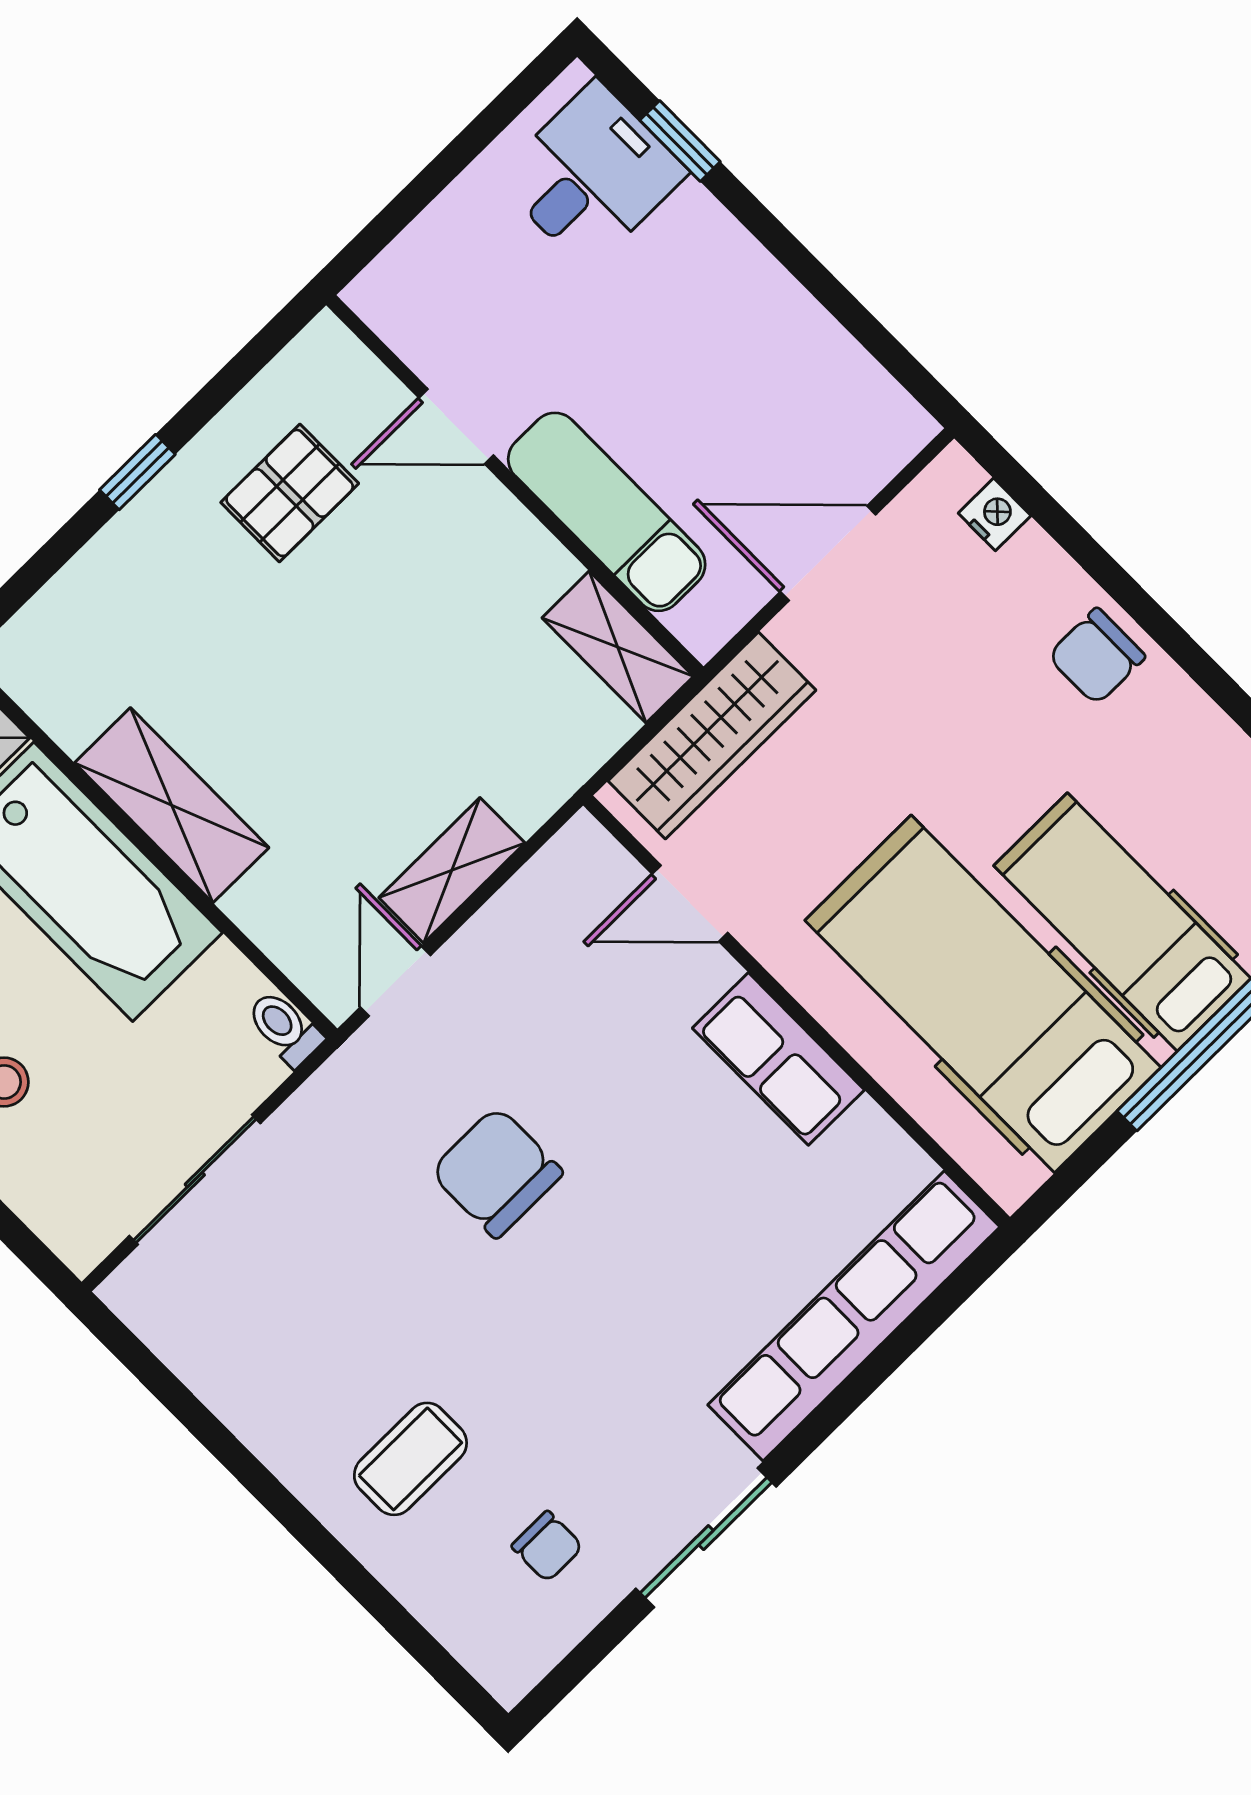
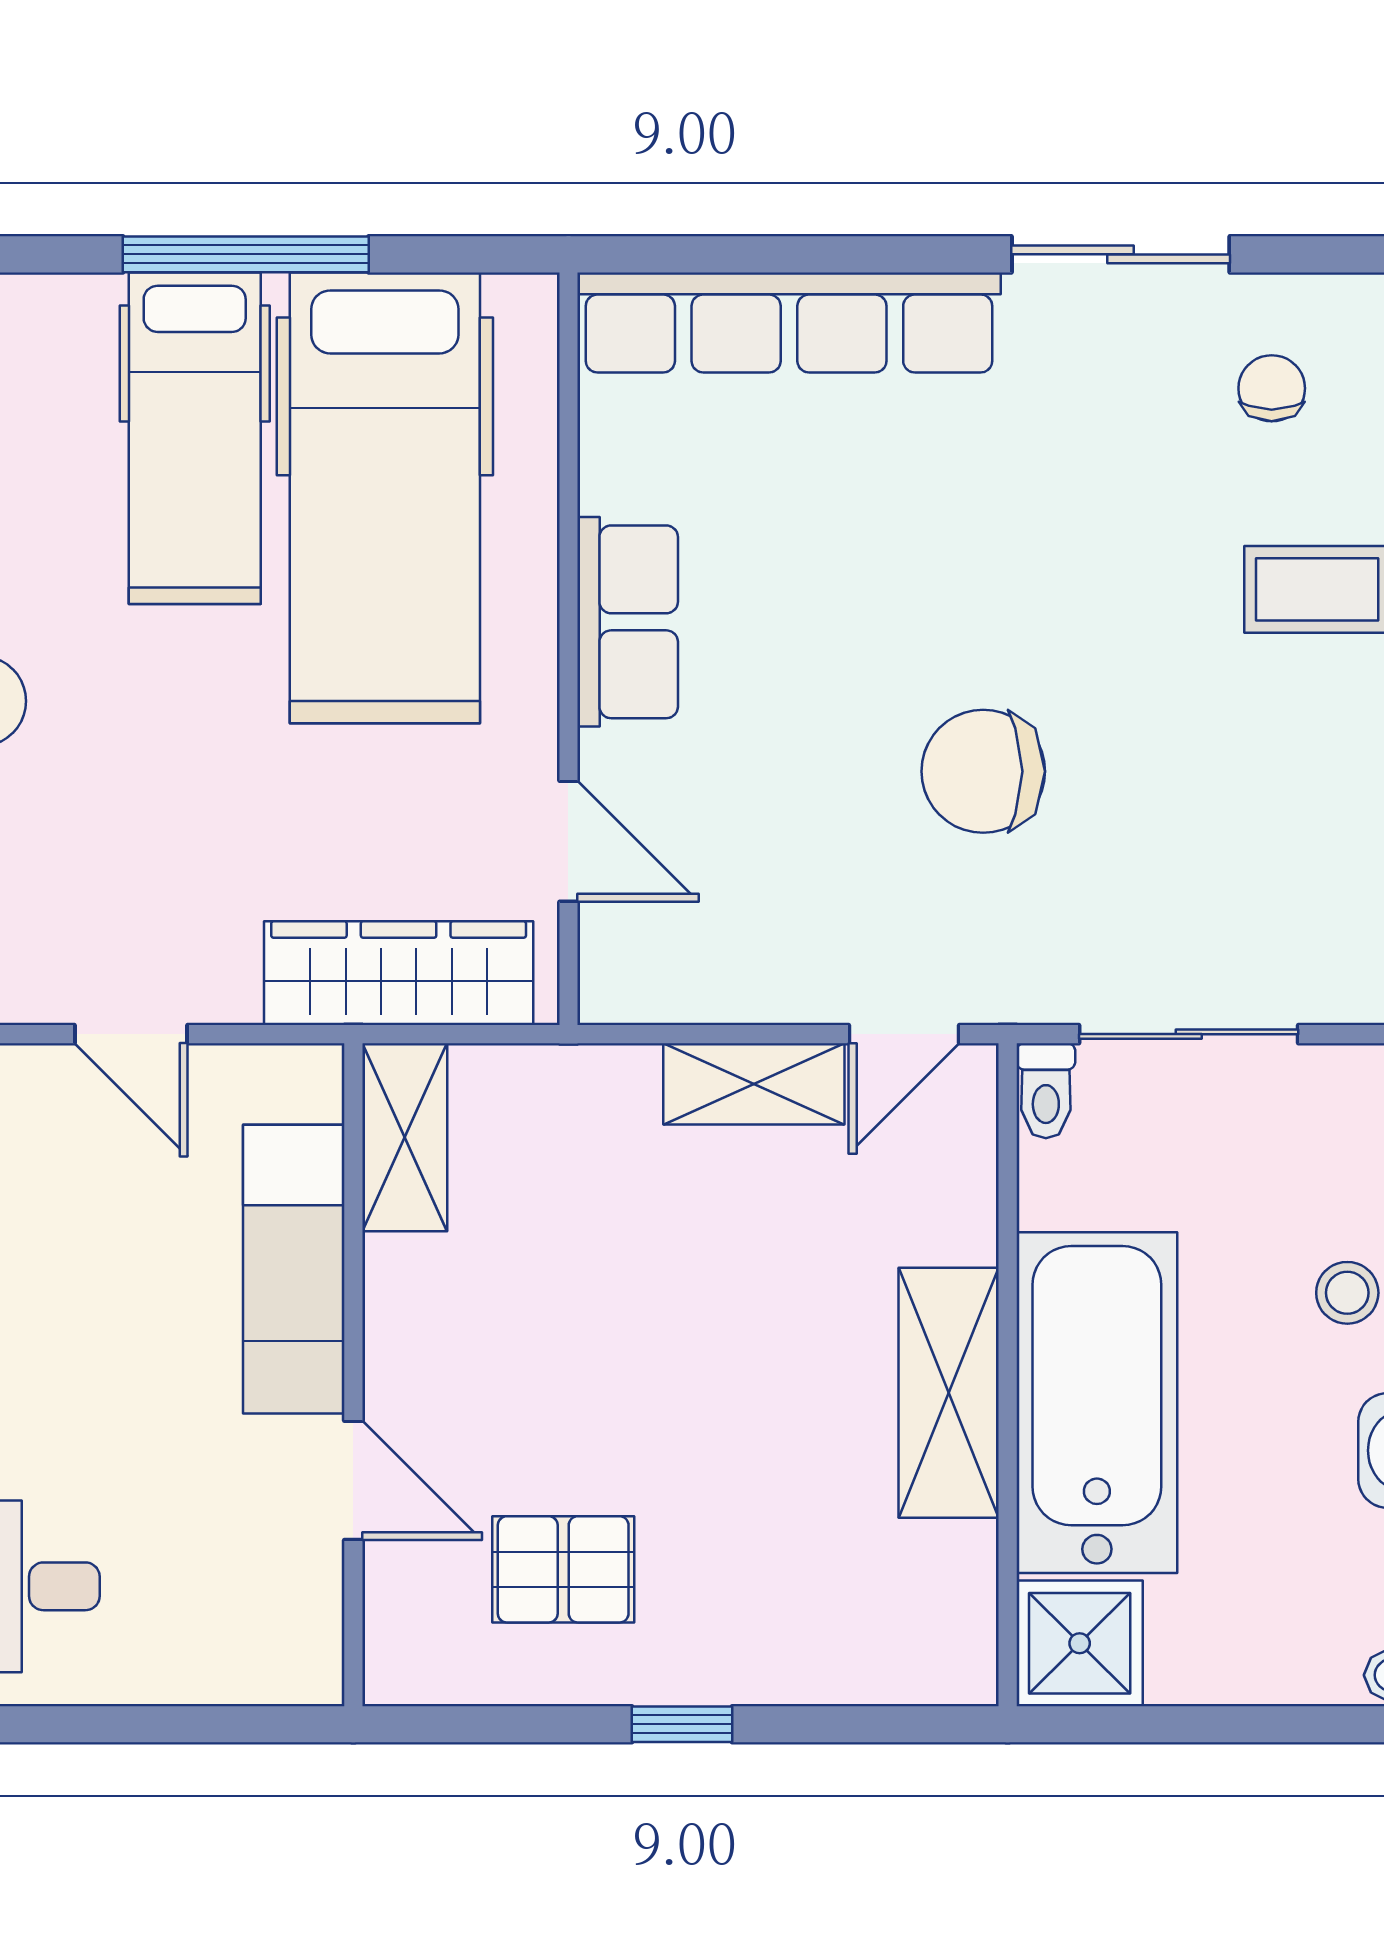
door: (828, 553) -> (131, 1034), width x0.73
chair: (497, 1172) -> (983, 771), turned 90
sliding door: (195, 1180) -> (1189, 1034), moved

